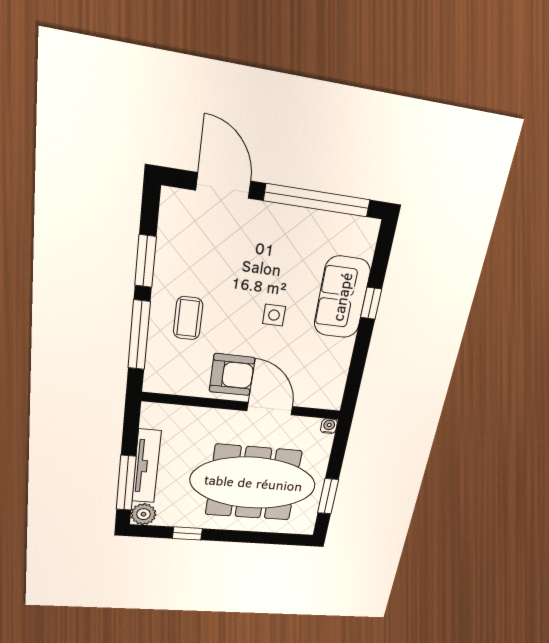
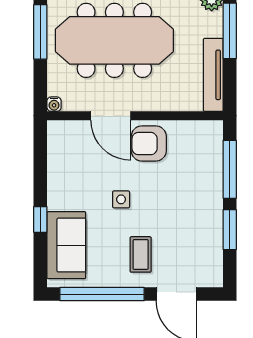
sofa: (342, 297) -> (66, 245), moved
coffee table: (188, 318) -> (141, 254), moved
tv unit: (146, 466) -> (213, 75), moved
window: (328, 496) -> (40, 32), width x1.44

